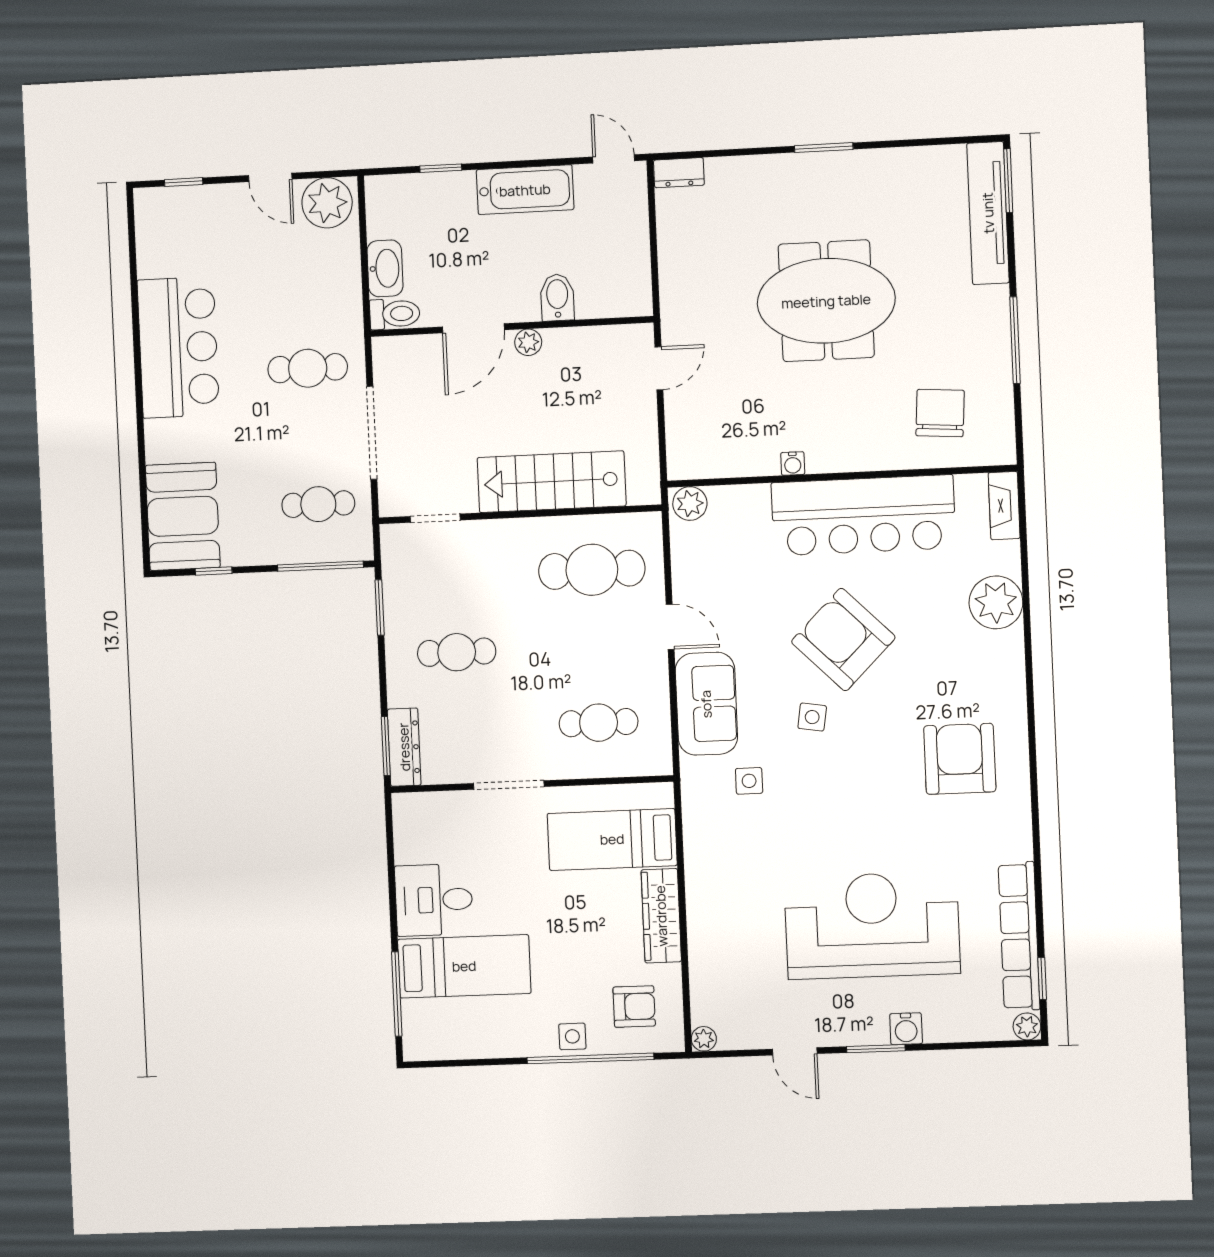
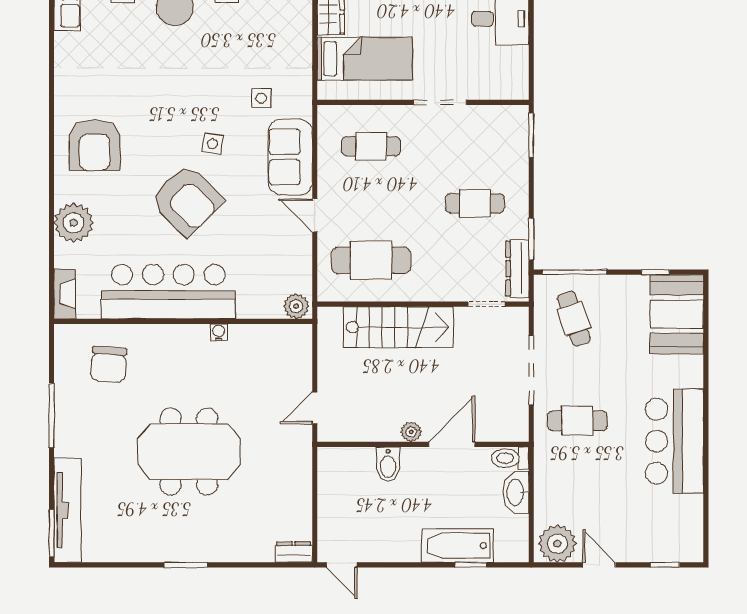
bathtub: (525, 190) -> (458, 546), moved
cafe table: (318, 504) -> (574, 319), turned 71
dresser: (404, 747) -> (517, 269), moved
armchair: (960, 759) -> (95, 145), moved

